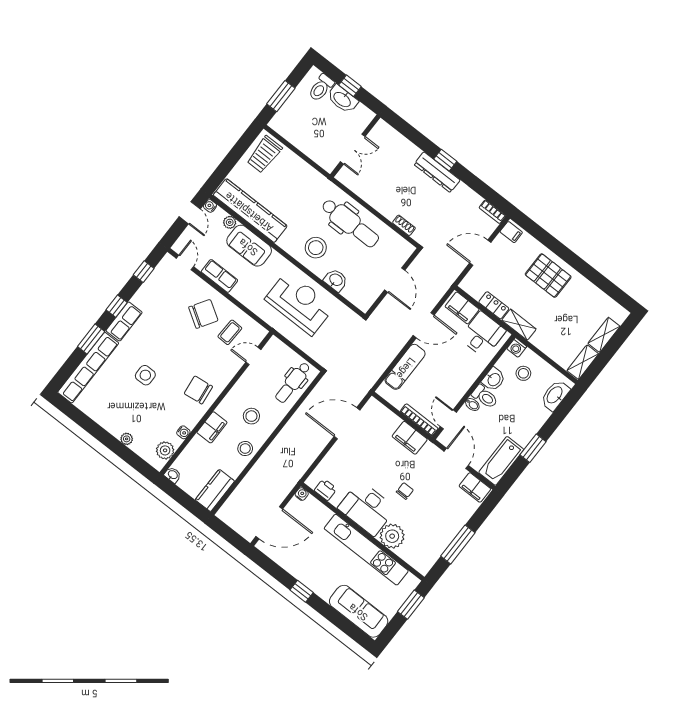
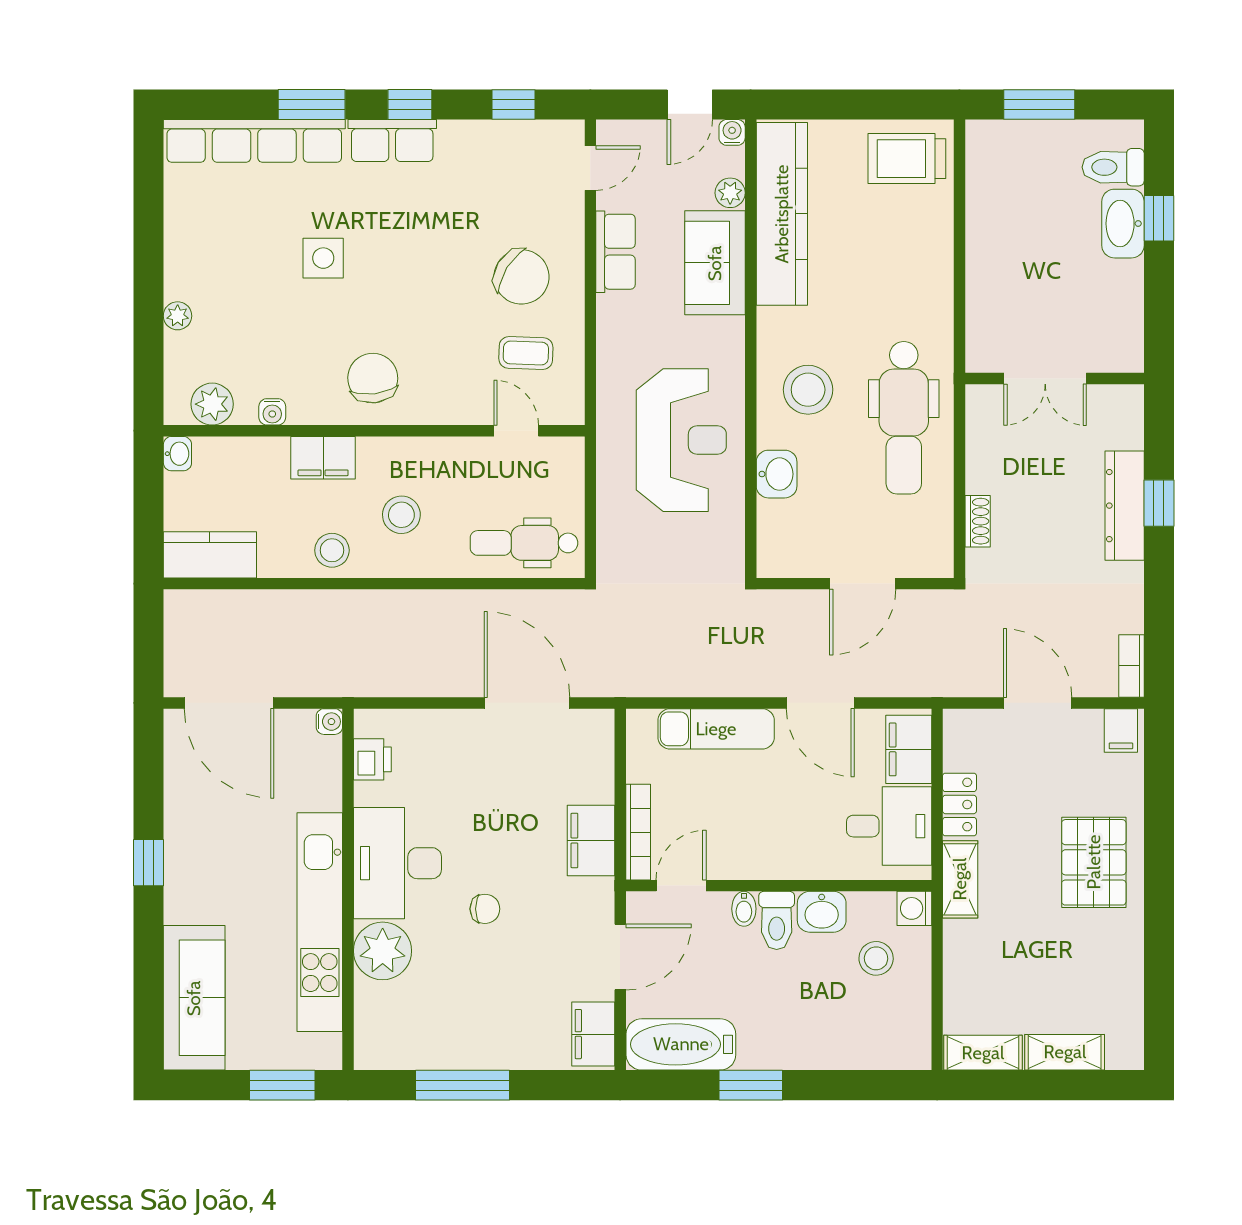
wall: (355, 146) -> (1055, 379), moved
double door: (353, 149) -> (1045, 379), moved
washbasin: (555, 395) -> (881, 1049), removed

